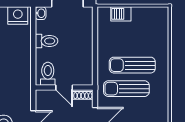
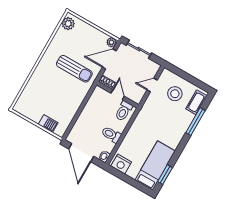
sun lounger: (132, 65) -> (61, 83), removed

